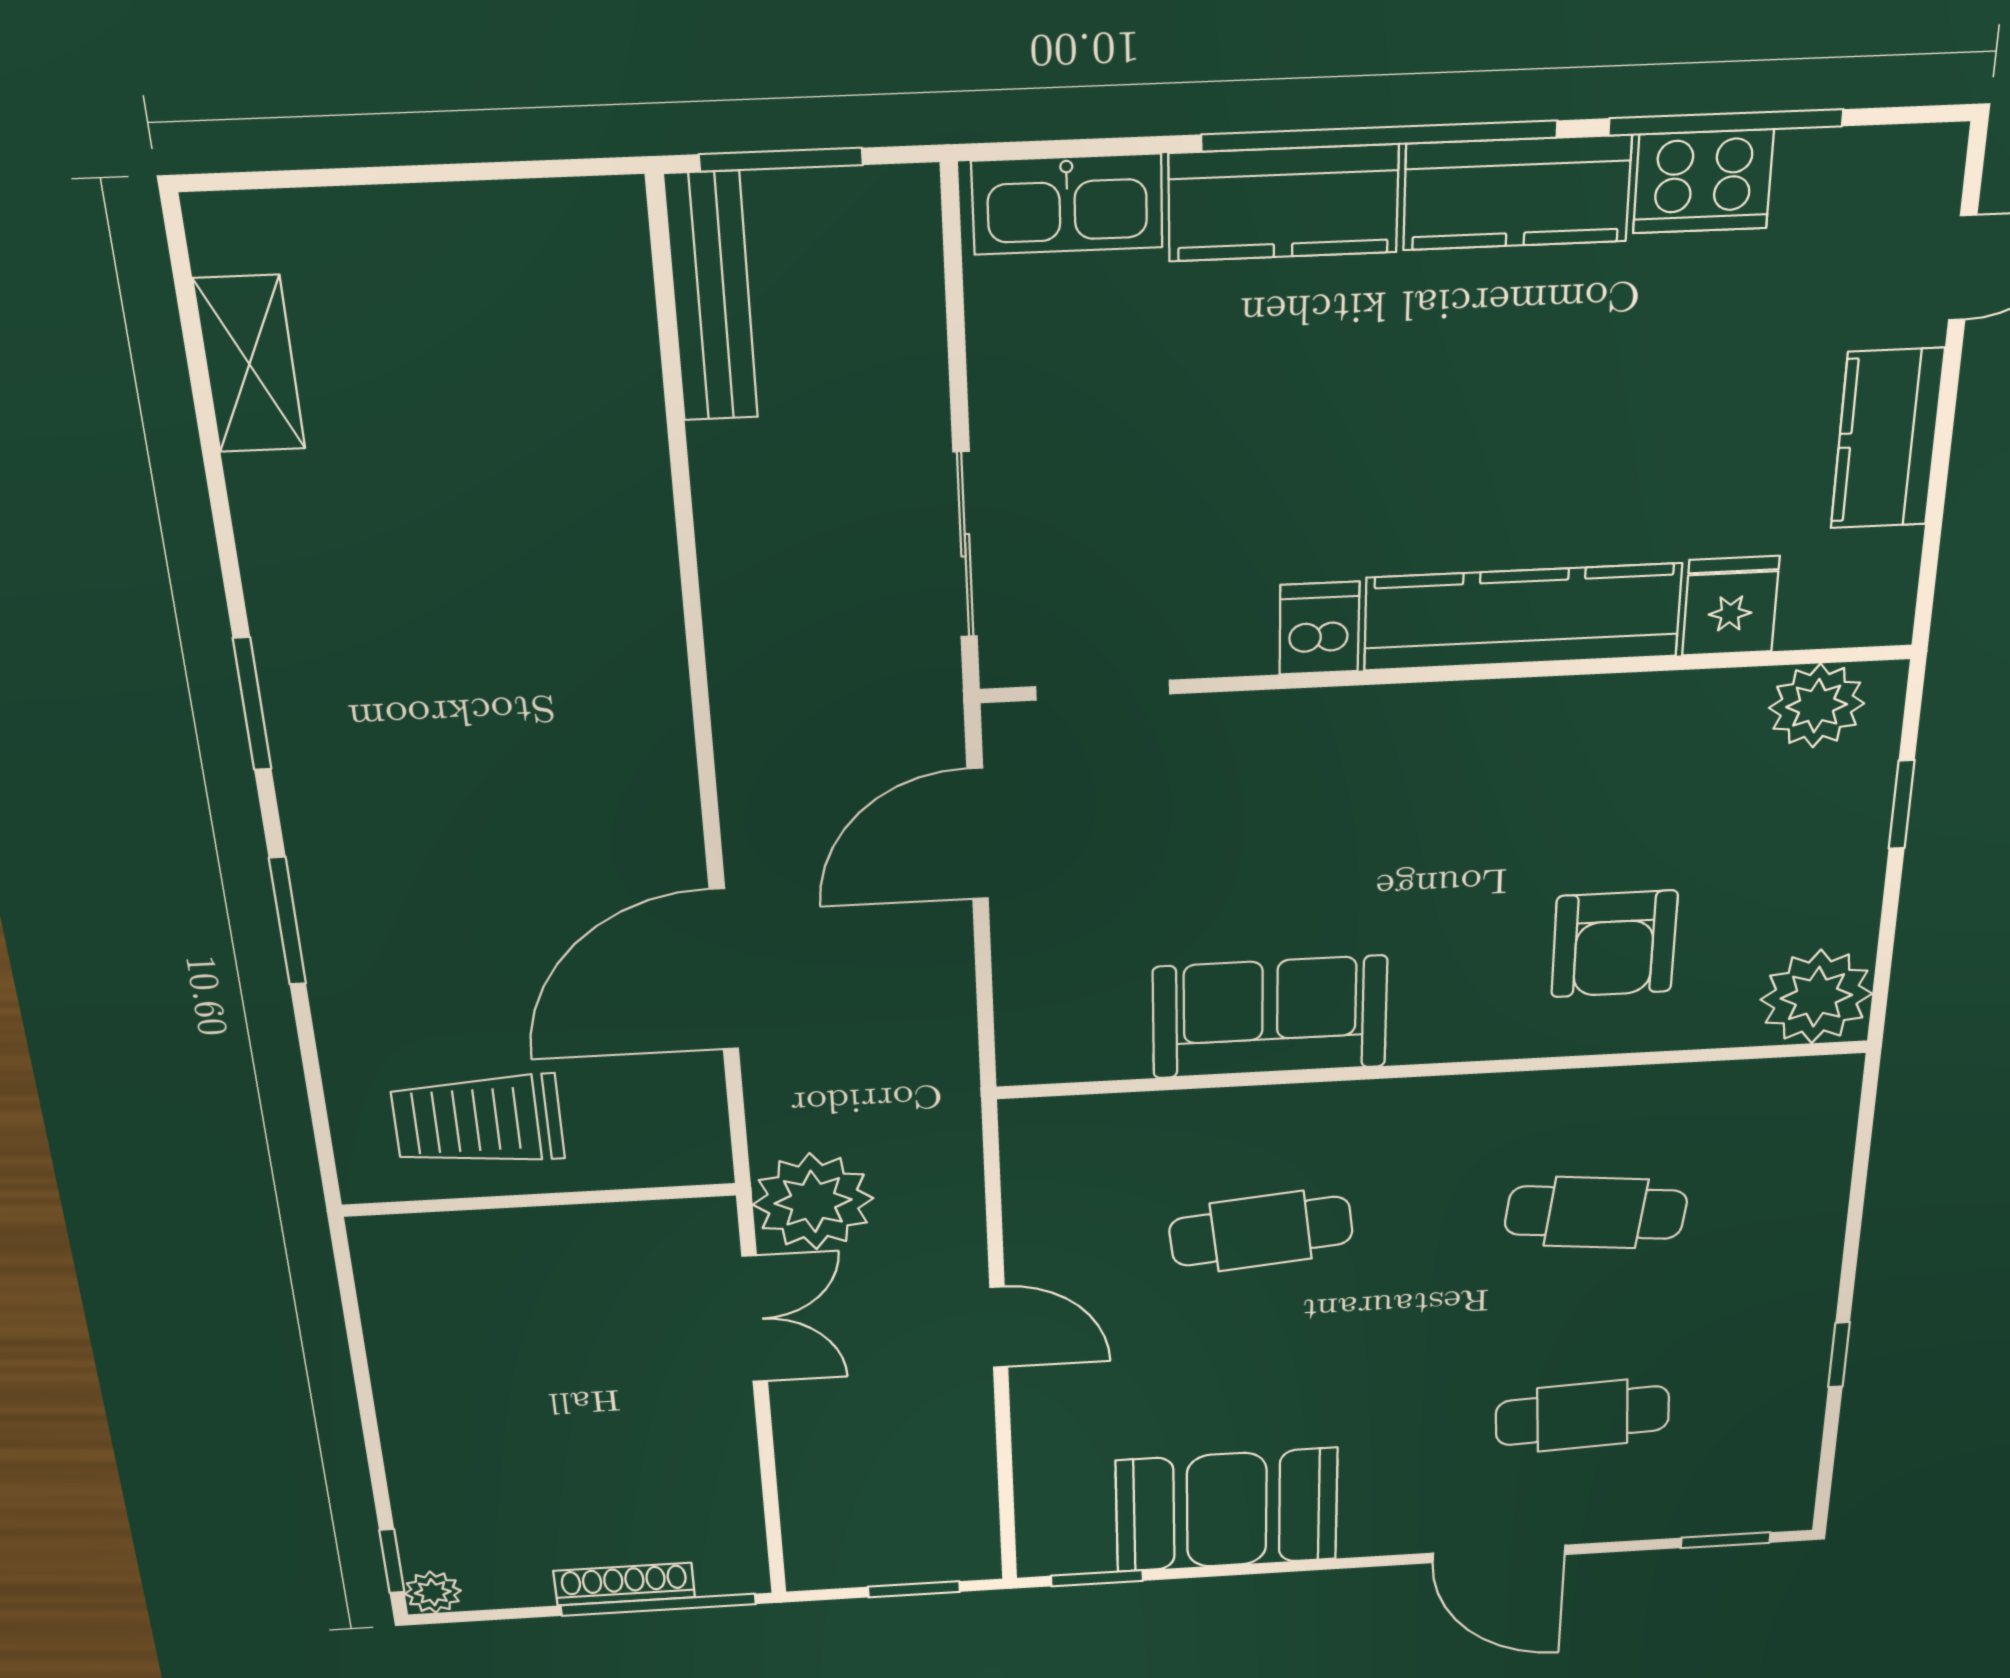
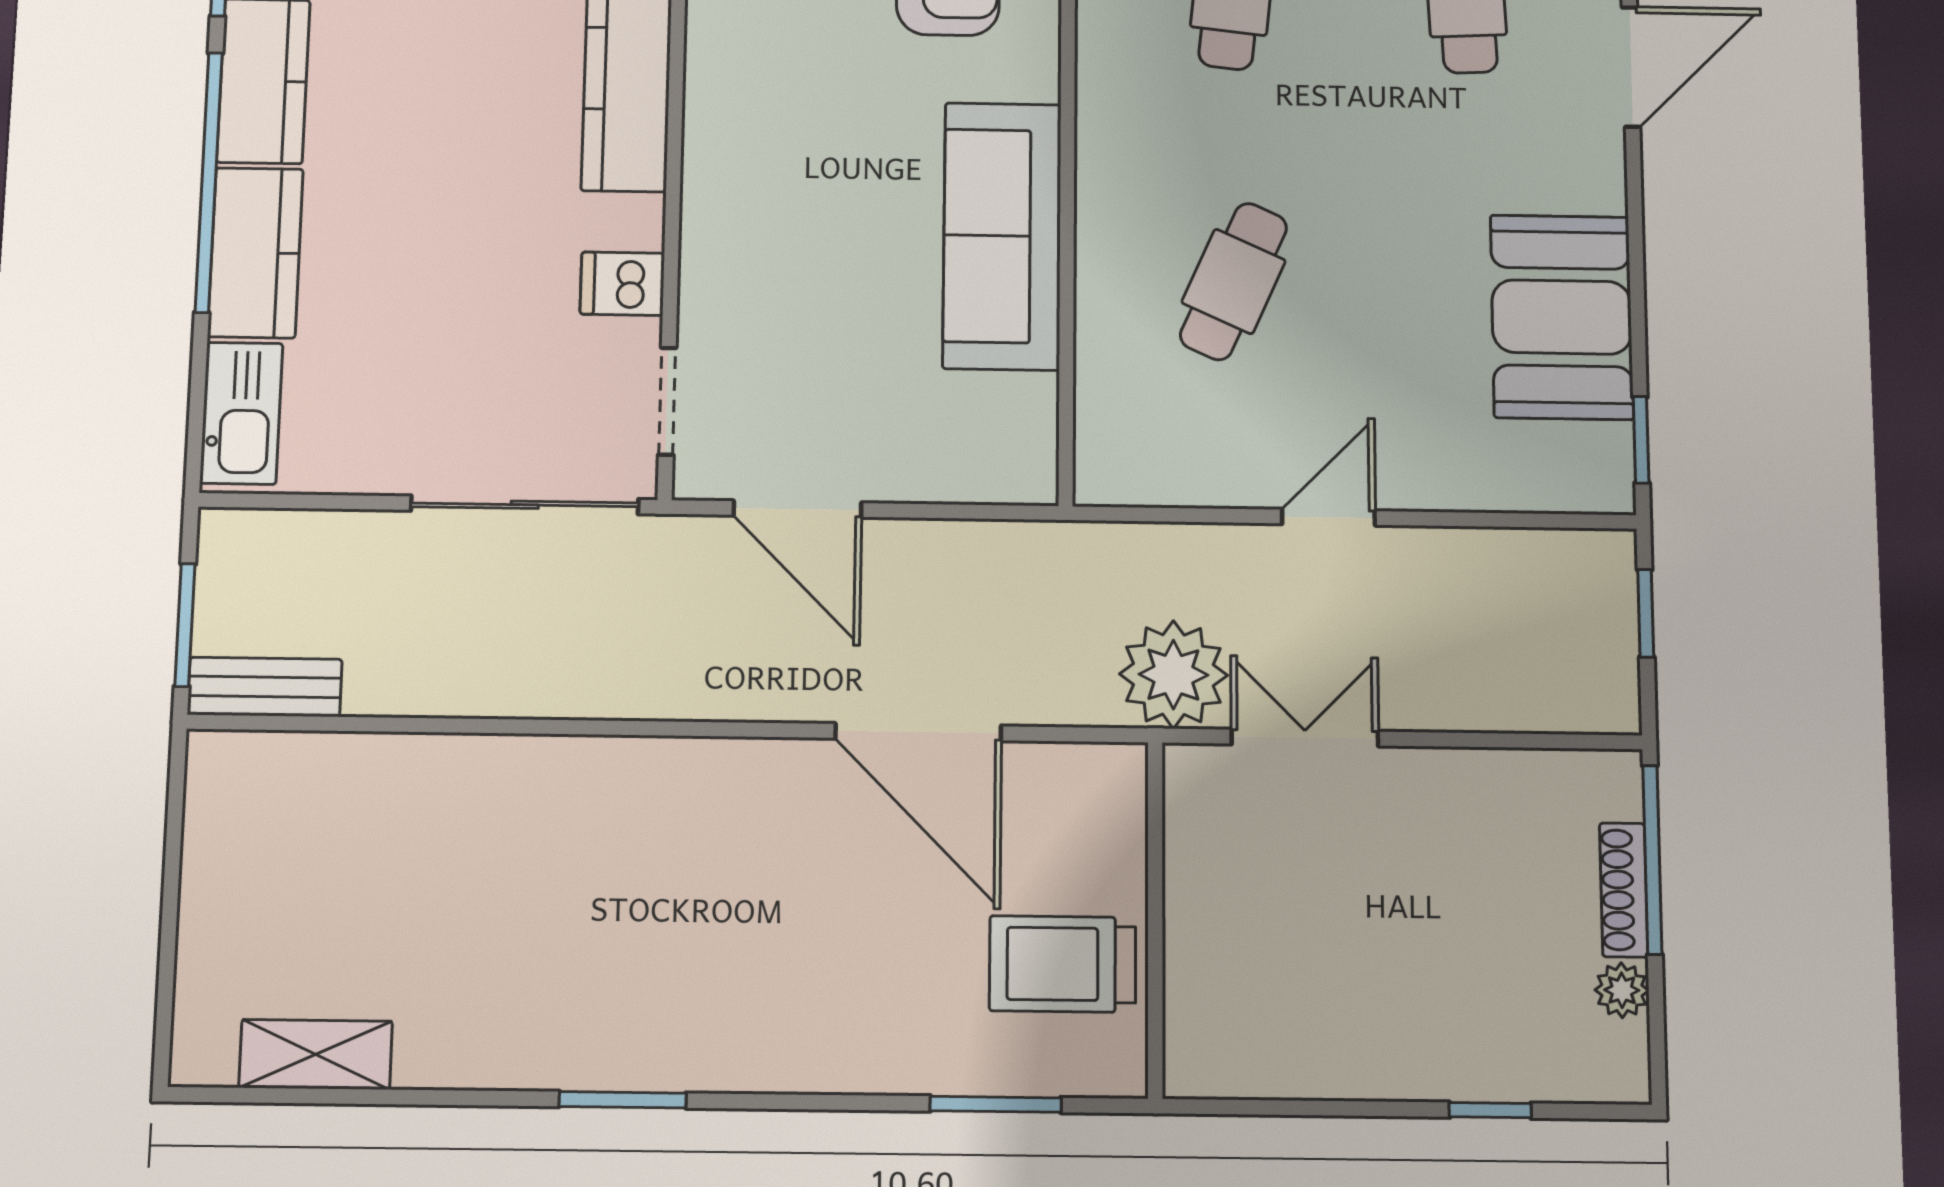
bench: (711, 297) -> (265, 687), width x0.73
sliding door: (965, 545) -> (525, 505), width x1.37
dishwasher: (1319, 628) -> (622, 284), moved
window: (288, 921) -> (996, 1104), moved
sofa: (1270, 1017) -> (1002, 236), width x1.36
trolley: (478, 1120) -> (1063, 964), turned 90
cafe table: (1261, 1231) -> (1234, 281), turned 30
window: (392, 1561) -> (1490, 1110), moved
plant: (433, 1592) -> (1622, 990), moved

